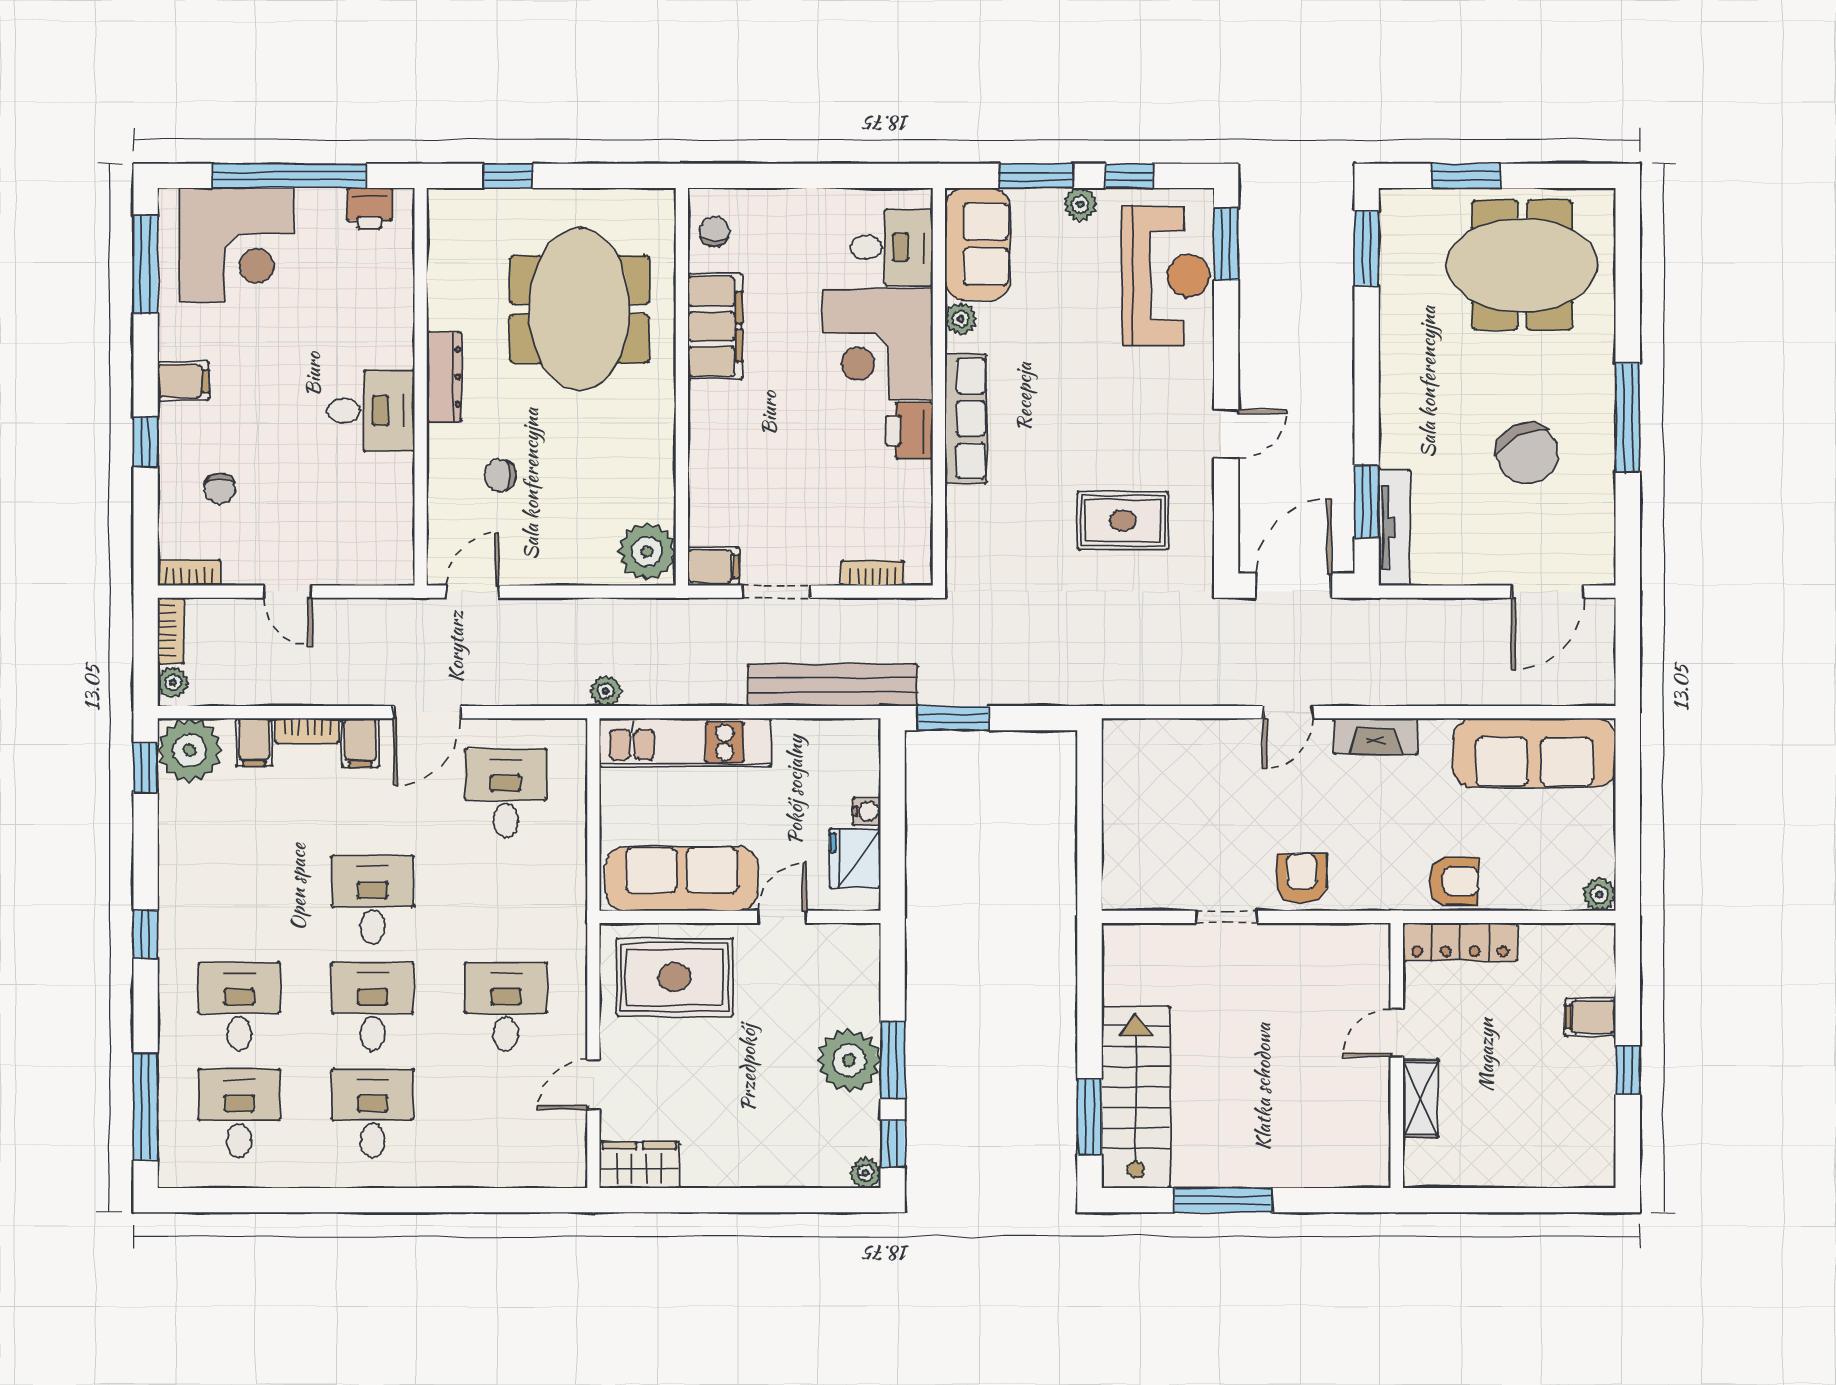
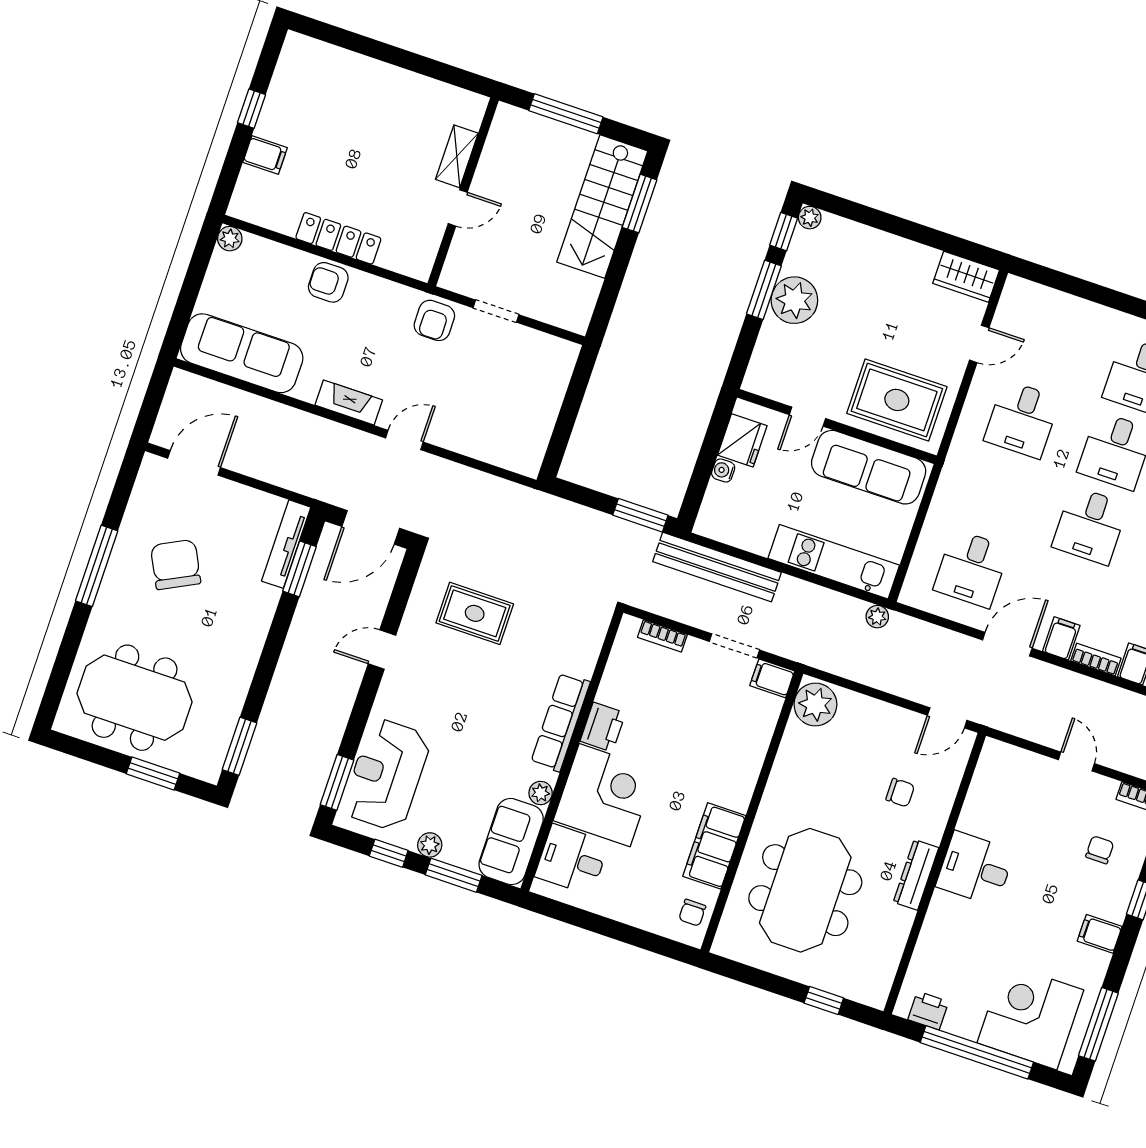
door: (1397, 1033) -> (458, 208), moved
wall: (1397, 1056) -> (463, 192), moved
shelving: (1420, 1098) -> (457, 156), moved

